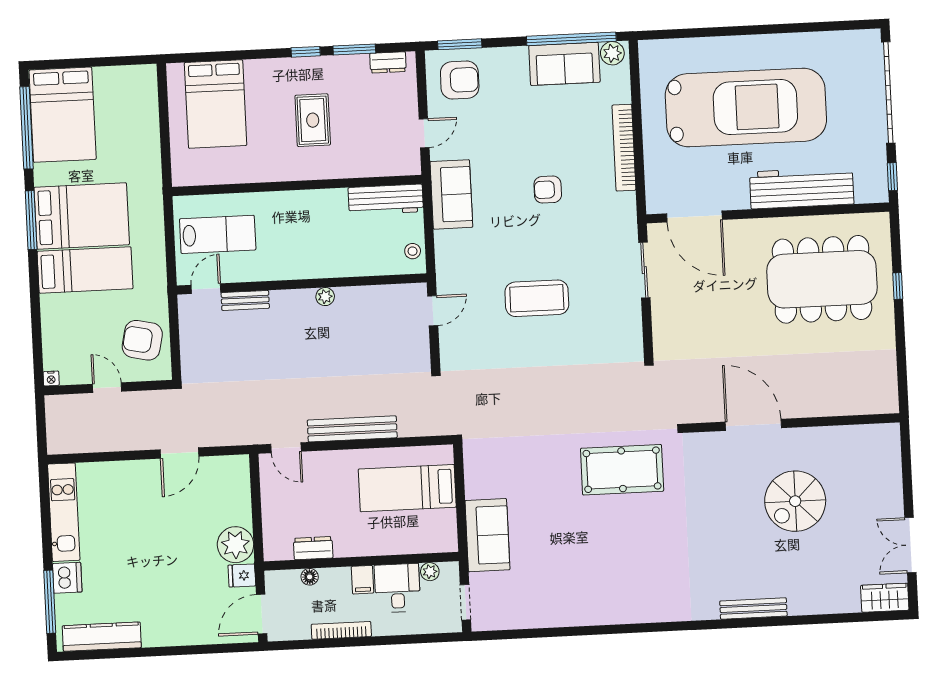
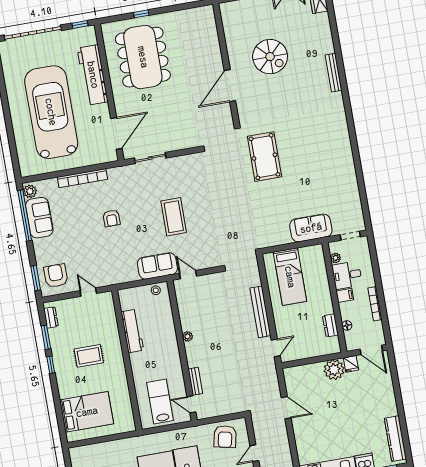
sofa: (451, 194) -> (157, 266), moved
workbench: (386, 200) -> (132, 331), moved

